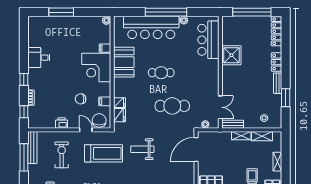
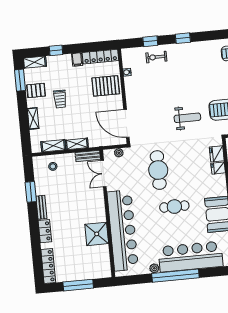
window: (252, 12) -> (78, 285), width x0.68
bar counter: (208, 40) -> (123, 230), width x1.86
cafe table: (172, 106) -> (158, 170), turned 90
door: (196, 149) -> (126, 123), swing flipped

